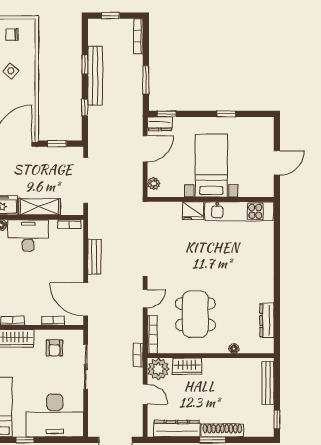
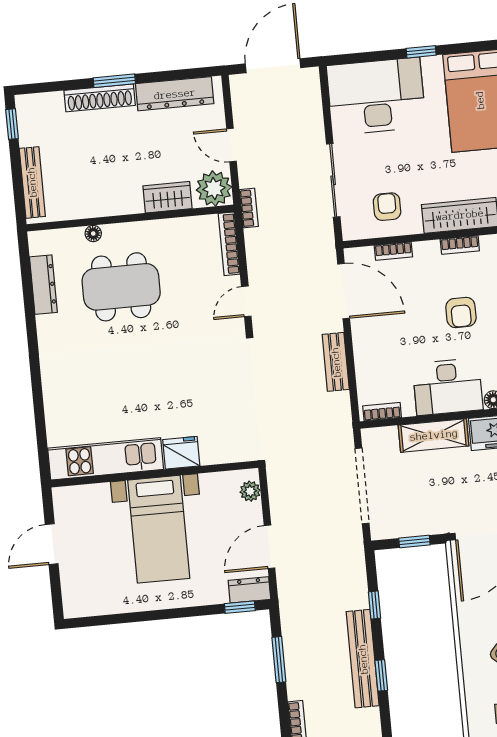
window: (226, 114) -> (142, 616), removed
armchair: (16, 280) -> (461, 312), added
dining table: (195, 314) -> (121, 287), moved, turned 90

